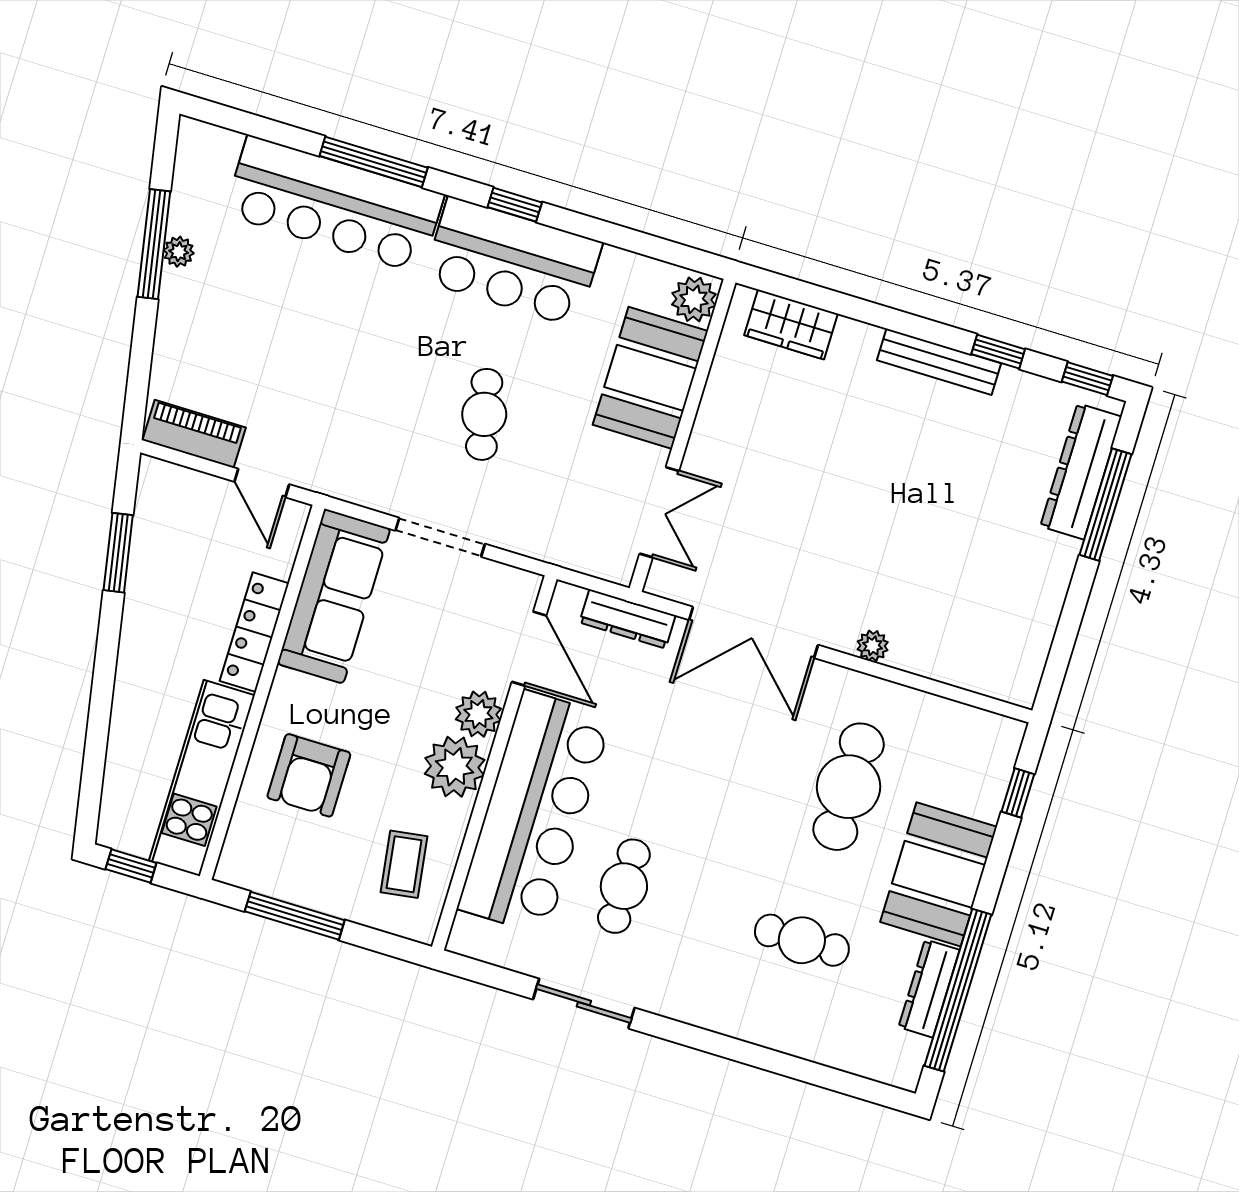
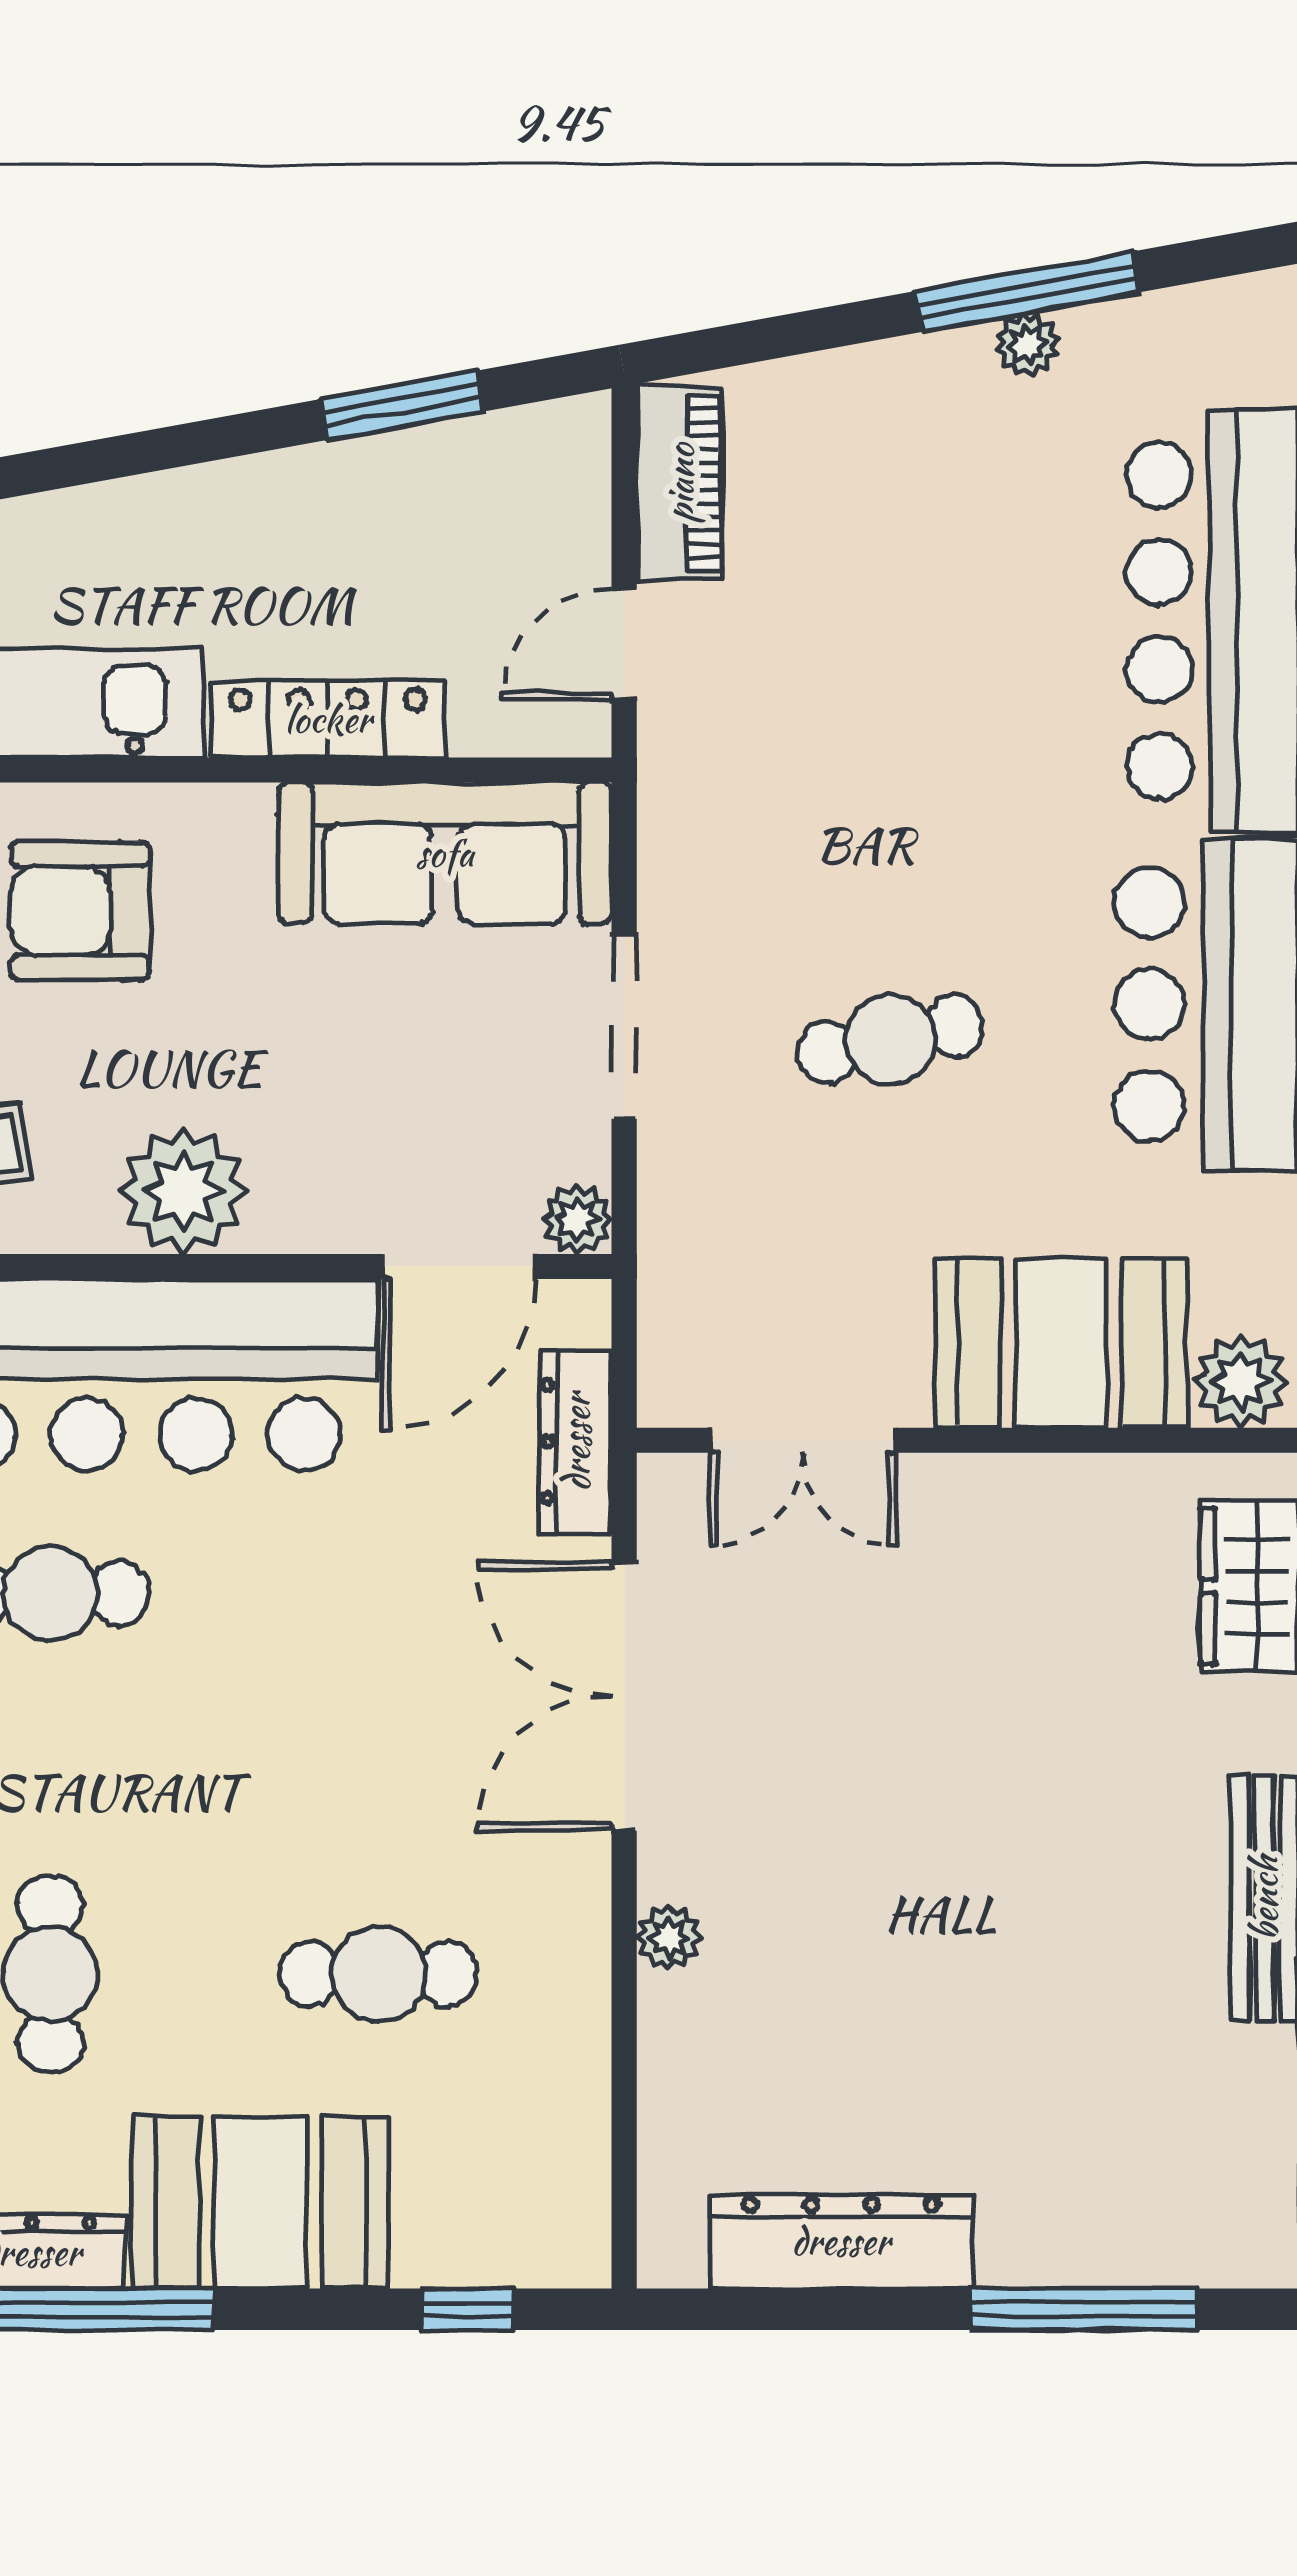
dresser: (1081, 471) -> (841, 2241), moved
plant: (478, 714) -> (577, 1219), moved, width x0.73, depth x0.73
cafe table: (849, 787) -> (379, 1974), width x0.73, depth x0.74

